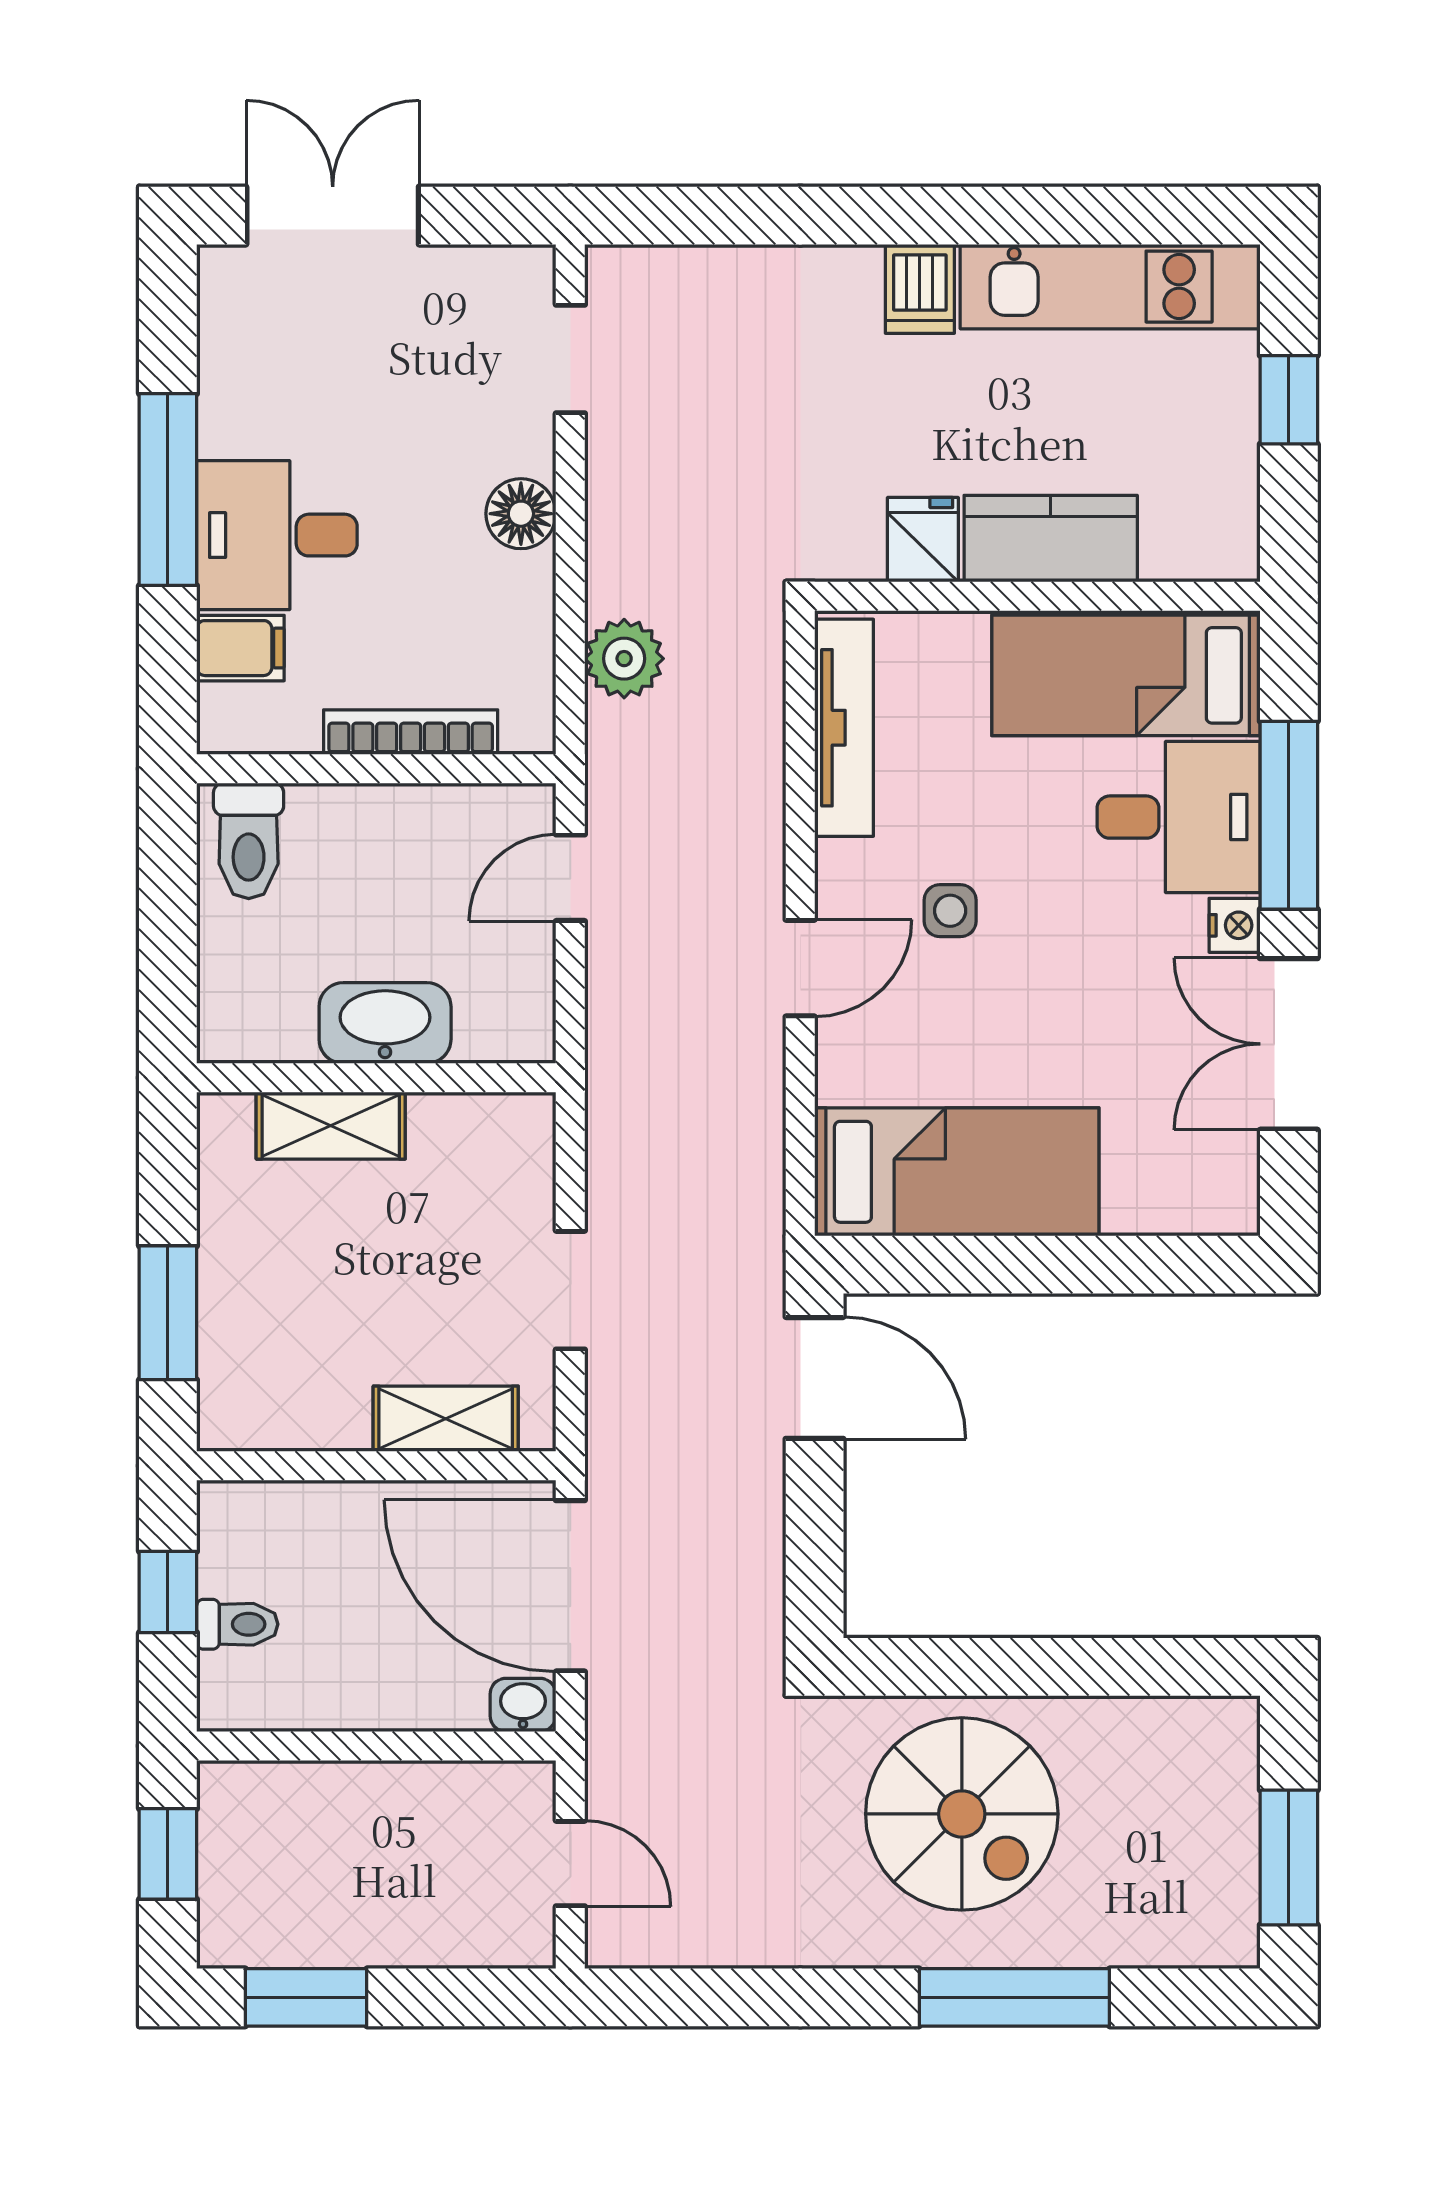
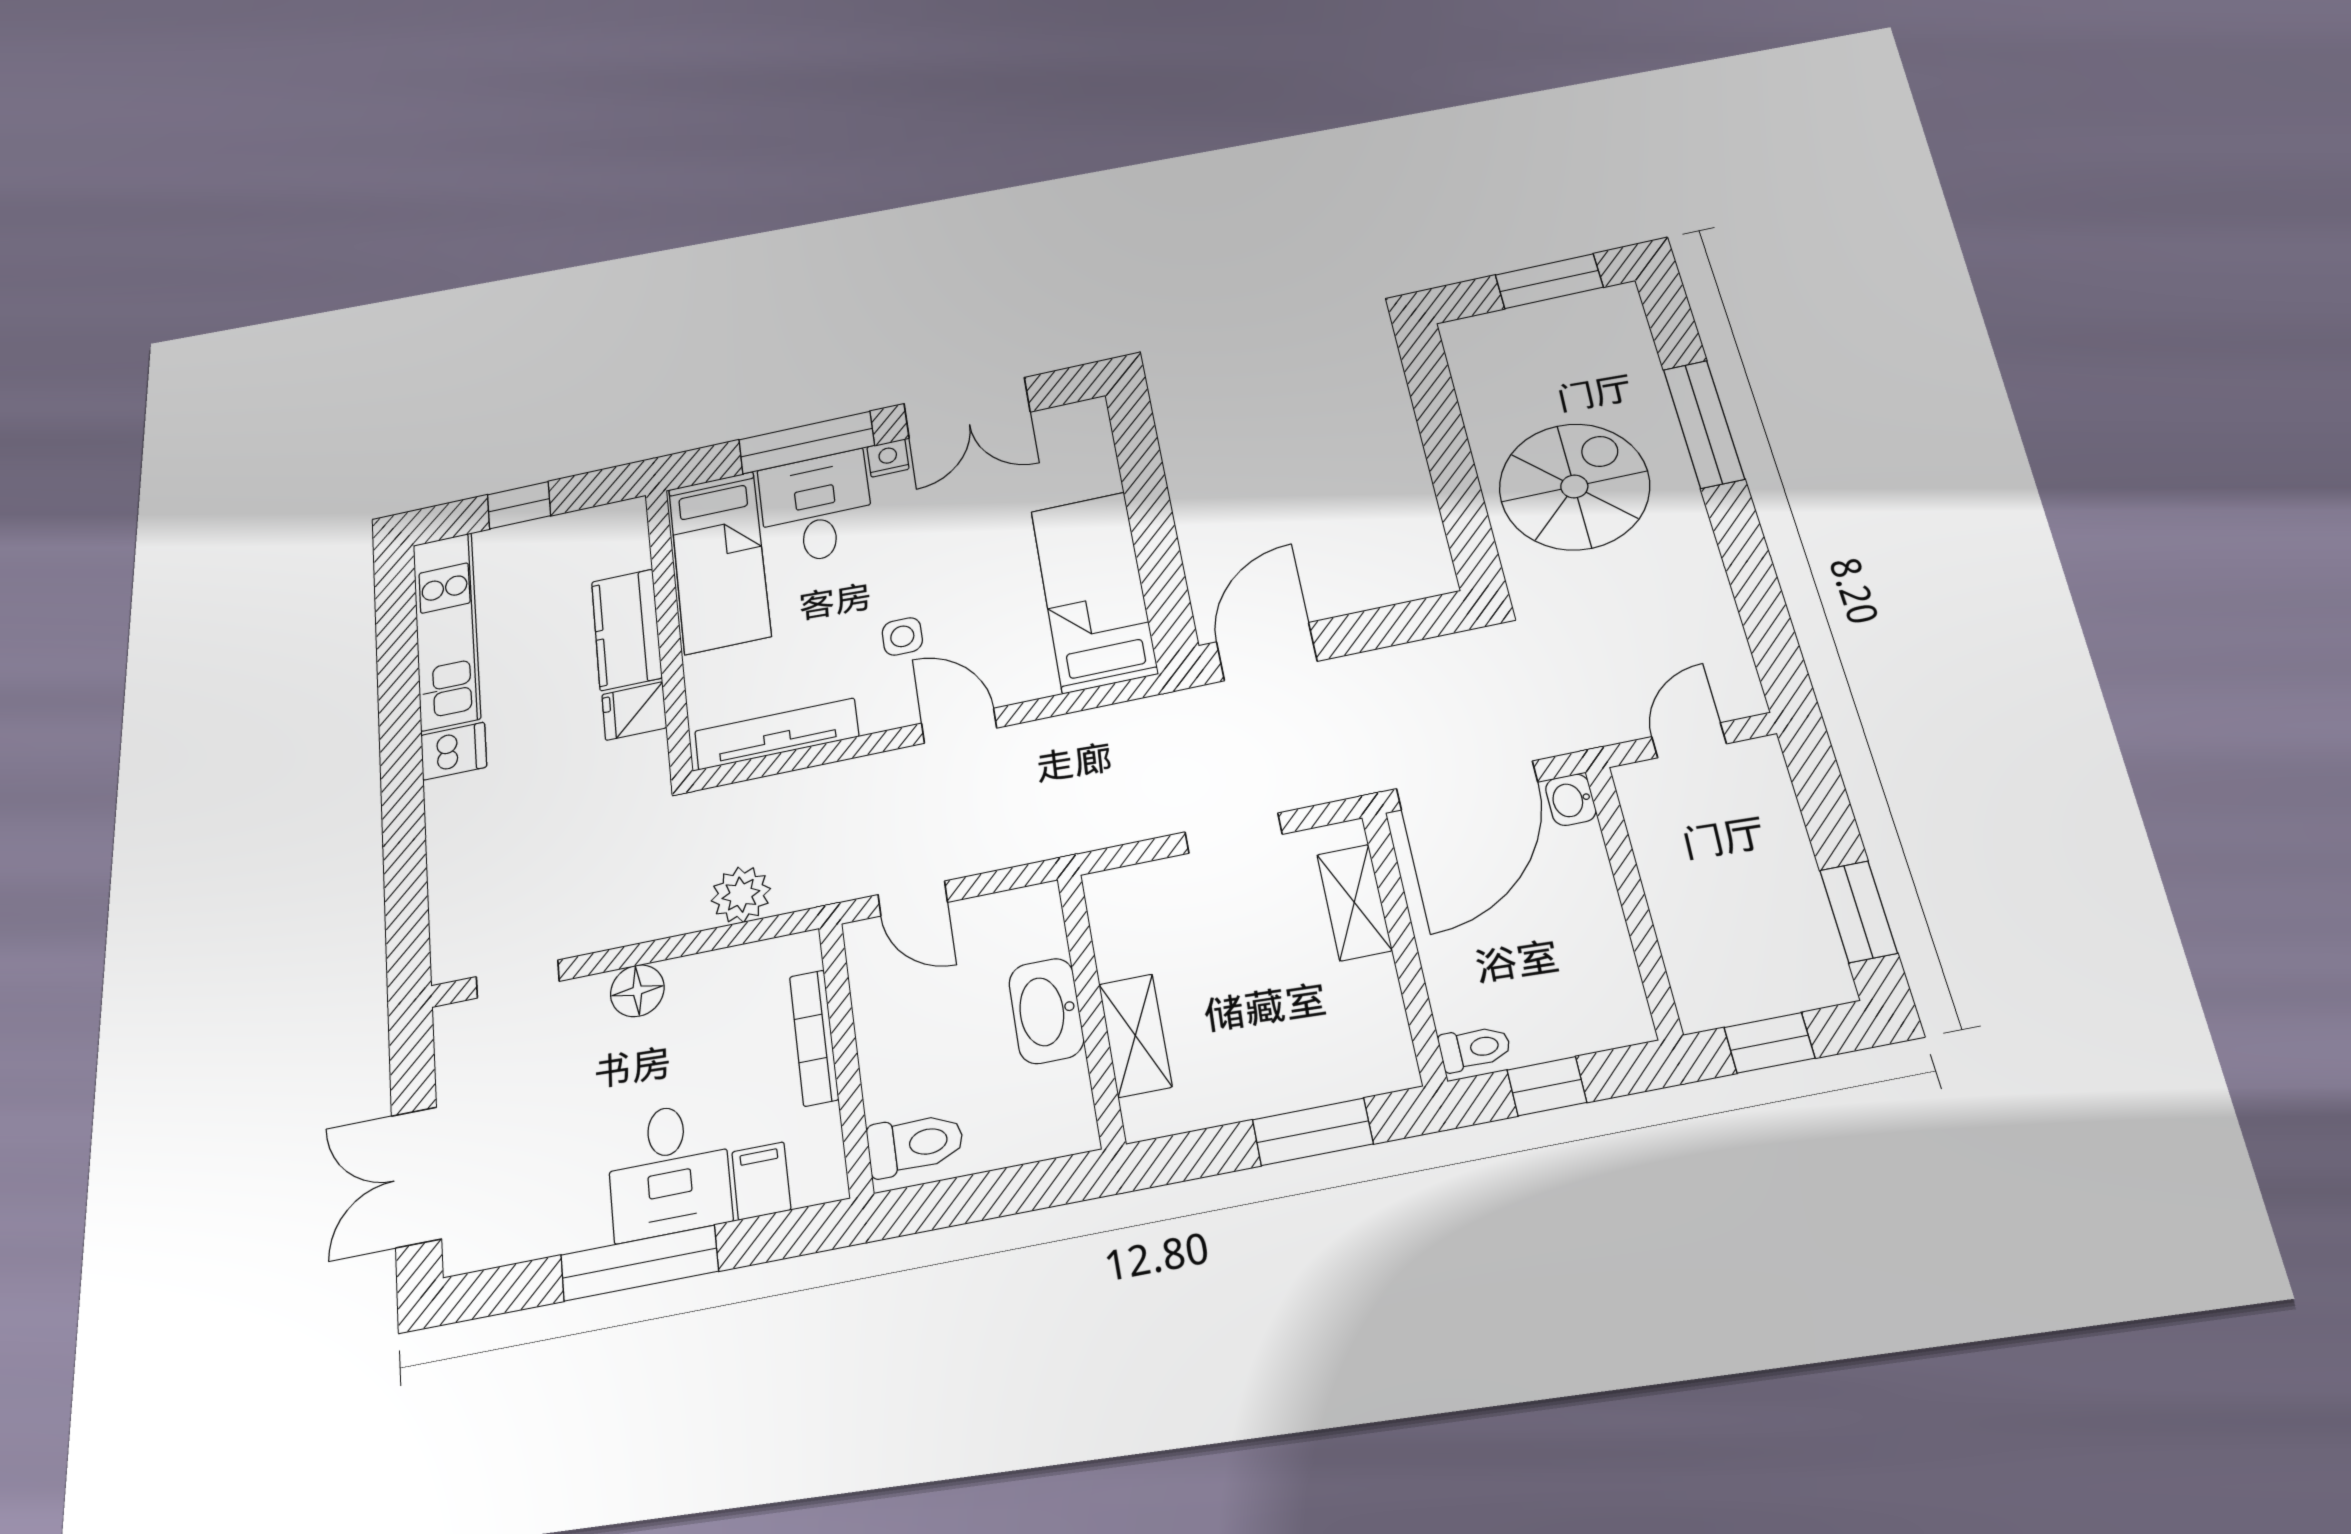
toilet: (237, 1624) -> (1475, 1048), moved, turned 90

